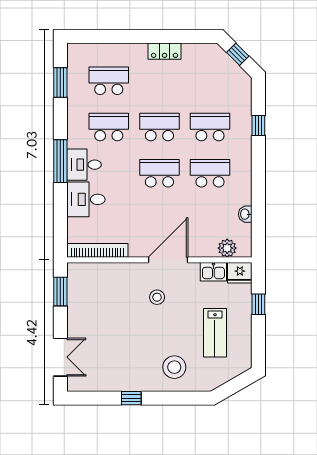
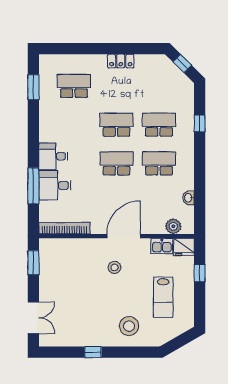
school desk: (109, 127) -> (74, 125), removed
window: (60, 161) -> (33, 186), moved

